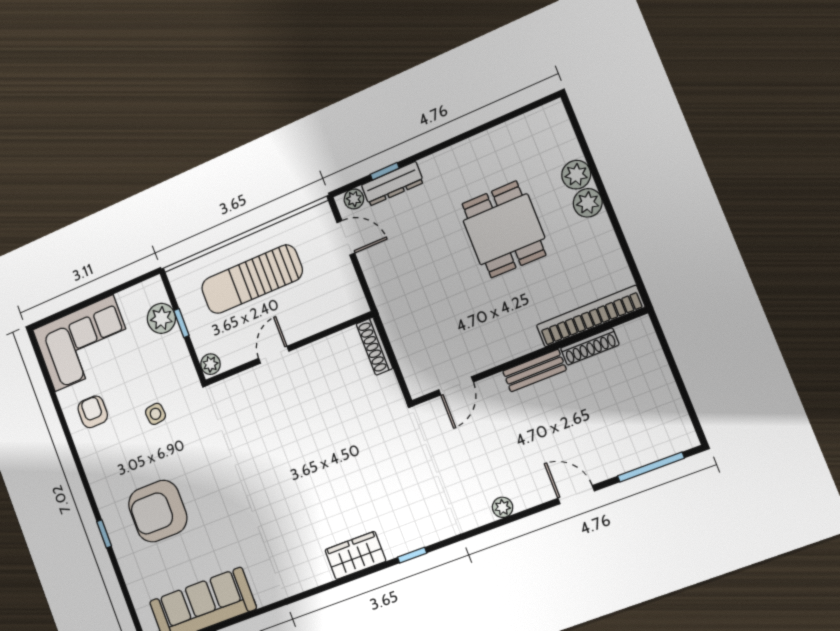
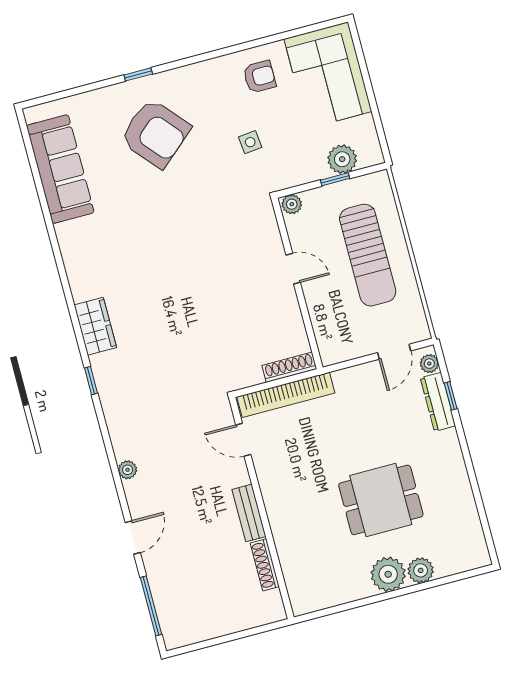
plant: (588, 203) -> (388, 574), width x1.36, depth x1.36
sun lounger: (252, 279) -> (368, 255), turned 180
bookcase: (590, 316) -> (286, 395), moved, turned 90
armchair: (158, 511) -> (155, 133), turned 139

